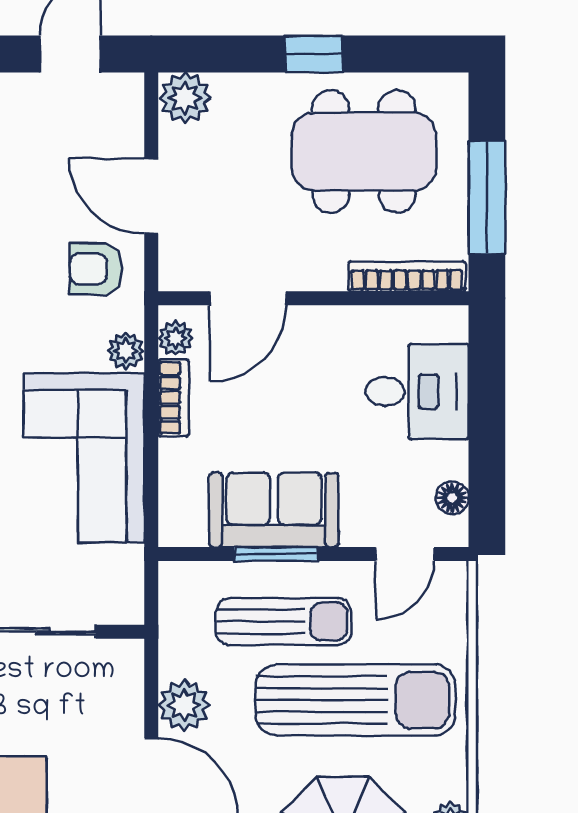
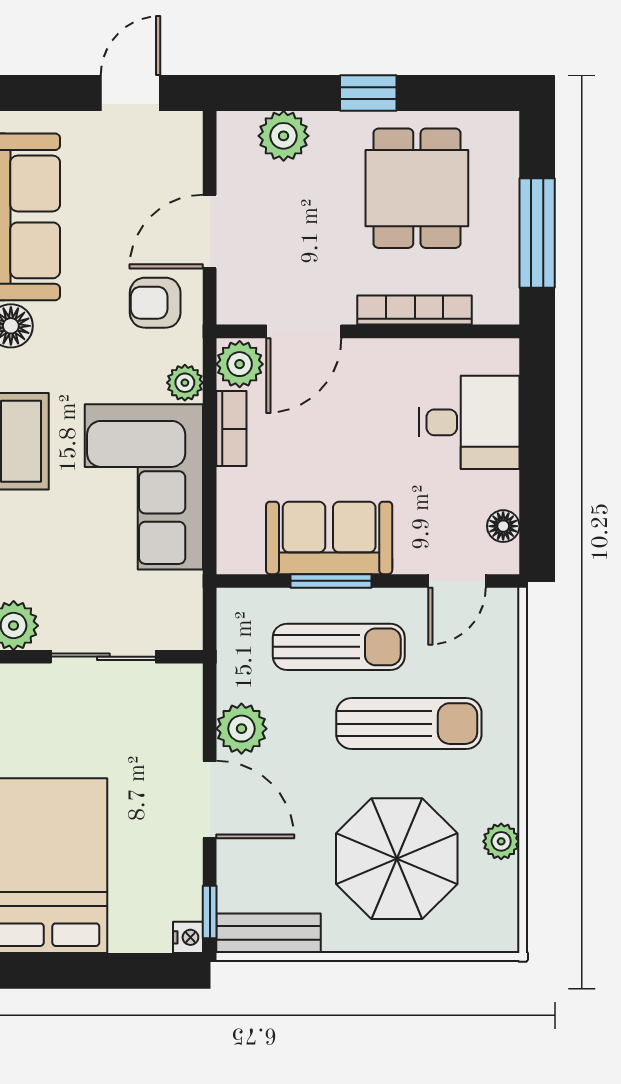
plant: (185, 98) -> (284, 136), moved
dining table: (364, 152) -> (417, 188), width x0.73
door: (151, 196) -> (210, 232), hinge flipped
bookcase: (407, 276) -> (415, 310), moved
plant: (176, 338) -> (240, 364), width x1.38, depth x1.38
sun lounger: (356, 700) -> (409, 724), width x0.73, depth x0.75

